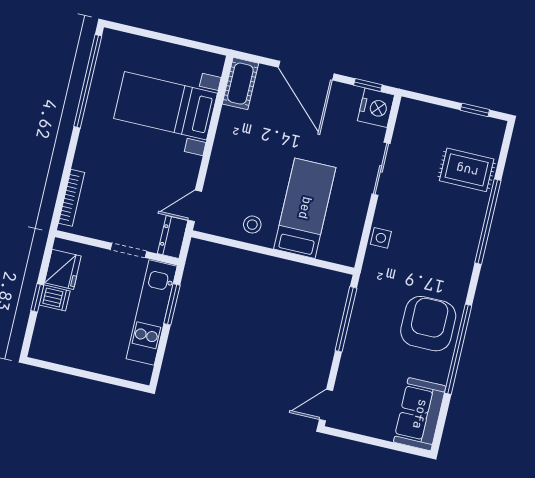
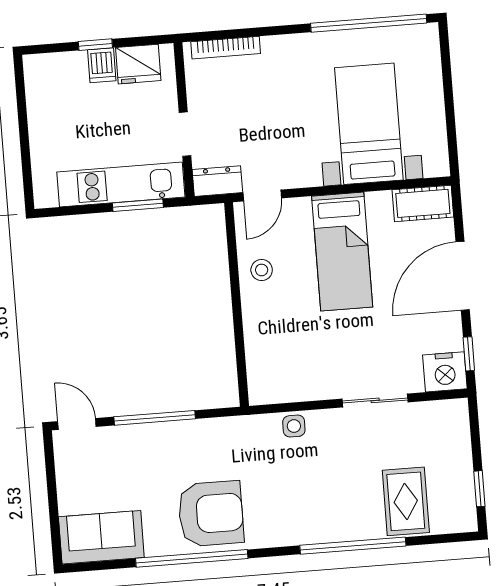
door: (195, 206) -> (262, 196), swing flipped
bed: (305, 208) -> (342, 252), moved, turned 90
window: (346, 319) -> (155, 418), moved

